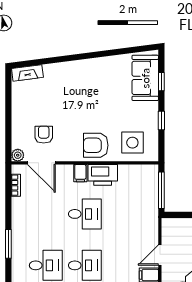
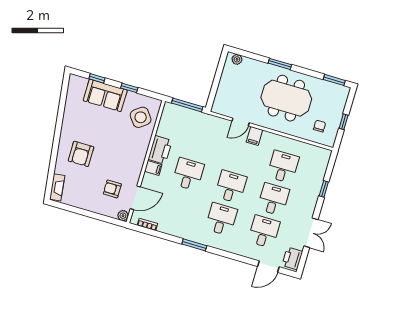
sofa: (145, 78) -> (105, 95), moved
side table: (132, 143) -> (141, 117), turned -37
armchair: (96, 145) -> (81, 154), moved
door: (160, 255) -> (241, 122), hinge flipped

